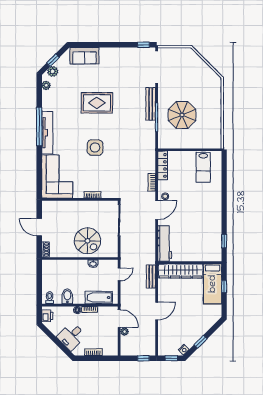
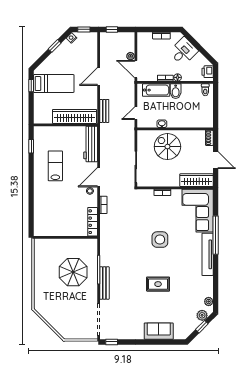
sofa: (84, 56) -> (159, 331), moved
rug: (97, 103) -> (158, 284), width x0.73, depth x0.70
window: (39, 126) -> (216, 235), moved
lab bench: (203, 167) -> (55, 166), moved
wardrobe: (58, 207) -> (196, 180), added
bed: (213, 284) -> (54, 83), moved, turned 90
window: (224, 286) -> (31, 86), moved
bidet: (67, 296) -> (176, 91), moved

